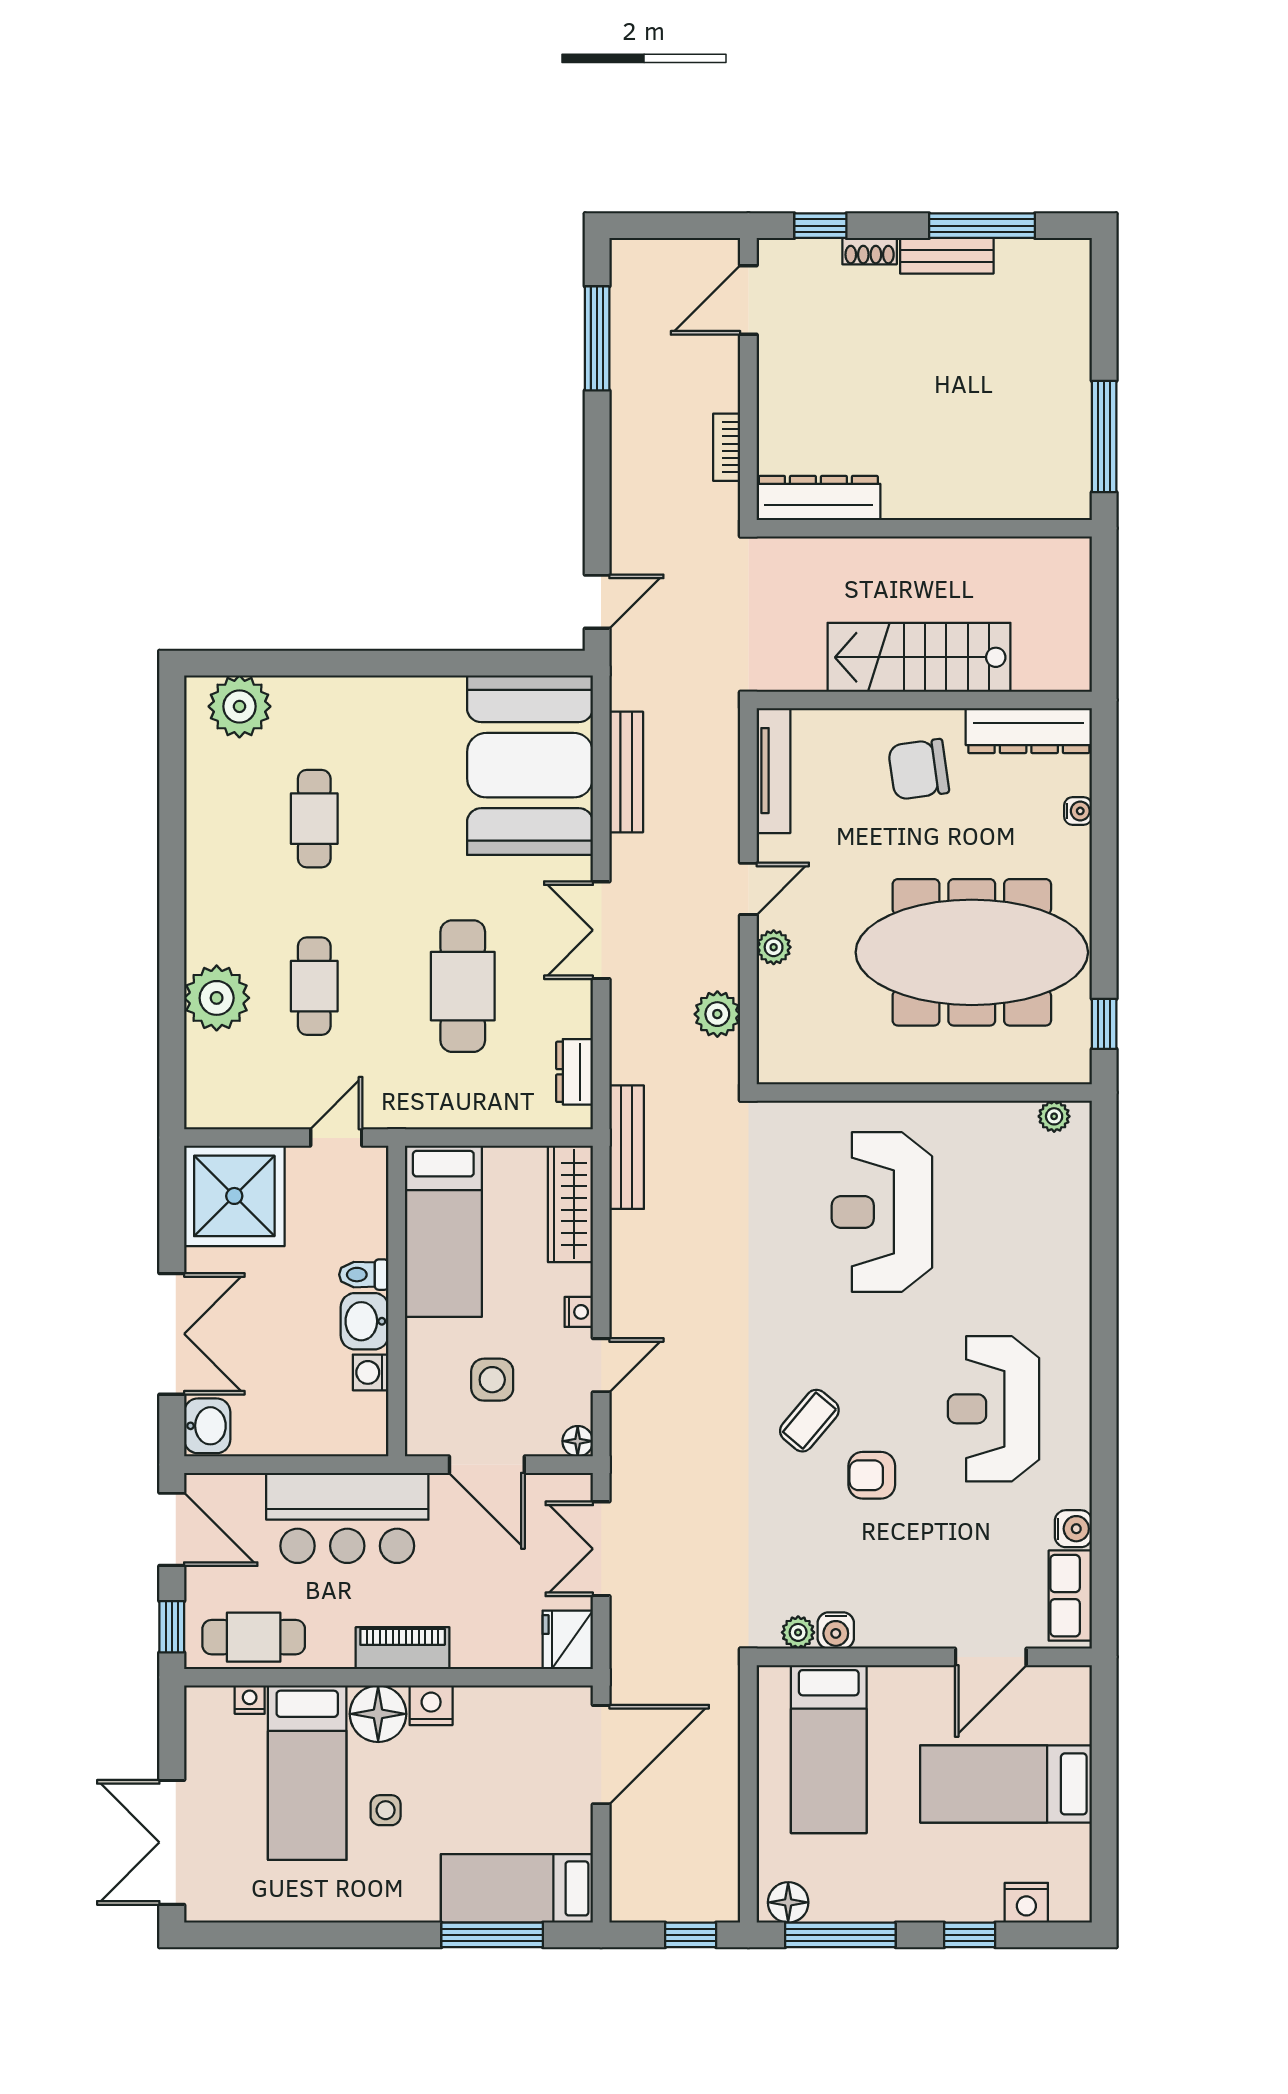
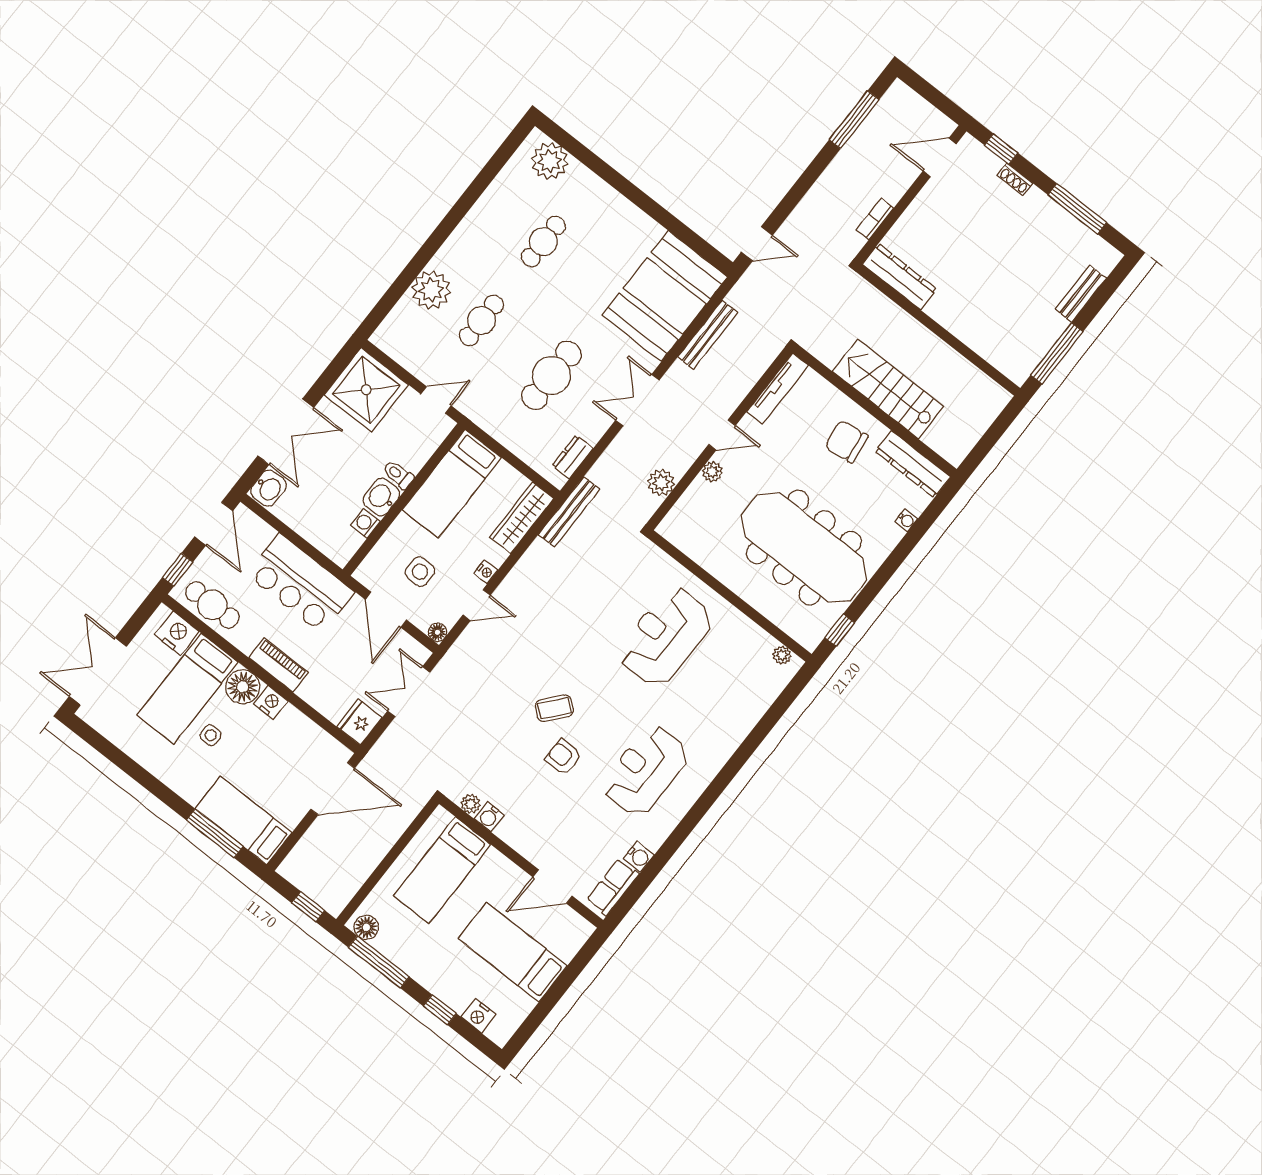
bench: (947, 256) -> (1081, 294), moved, turned 90
nightstand: (250, 1700) -> (177, 633), width x1.89, depth x1.79

